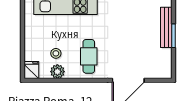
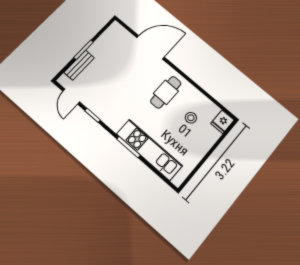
bench: (166, 27) -> (79, 65), width x0.73
plant: (57, 72) -> (202, 102), removed

